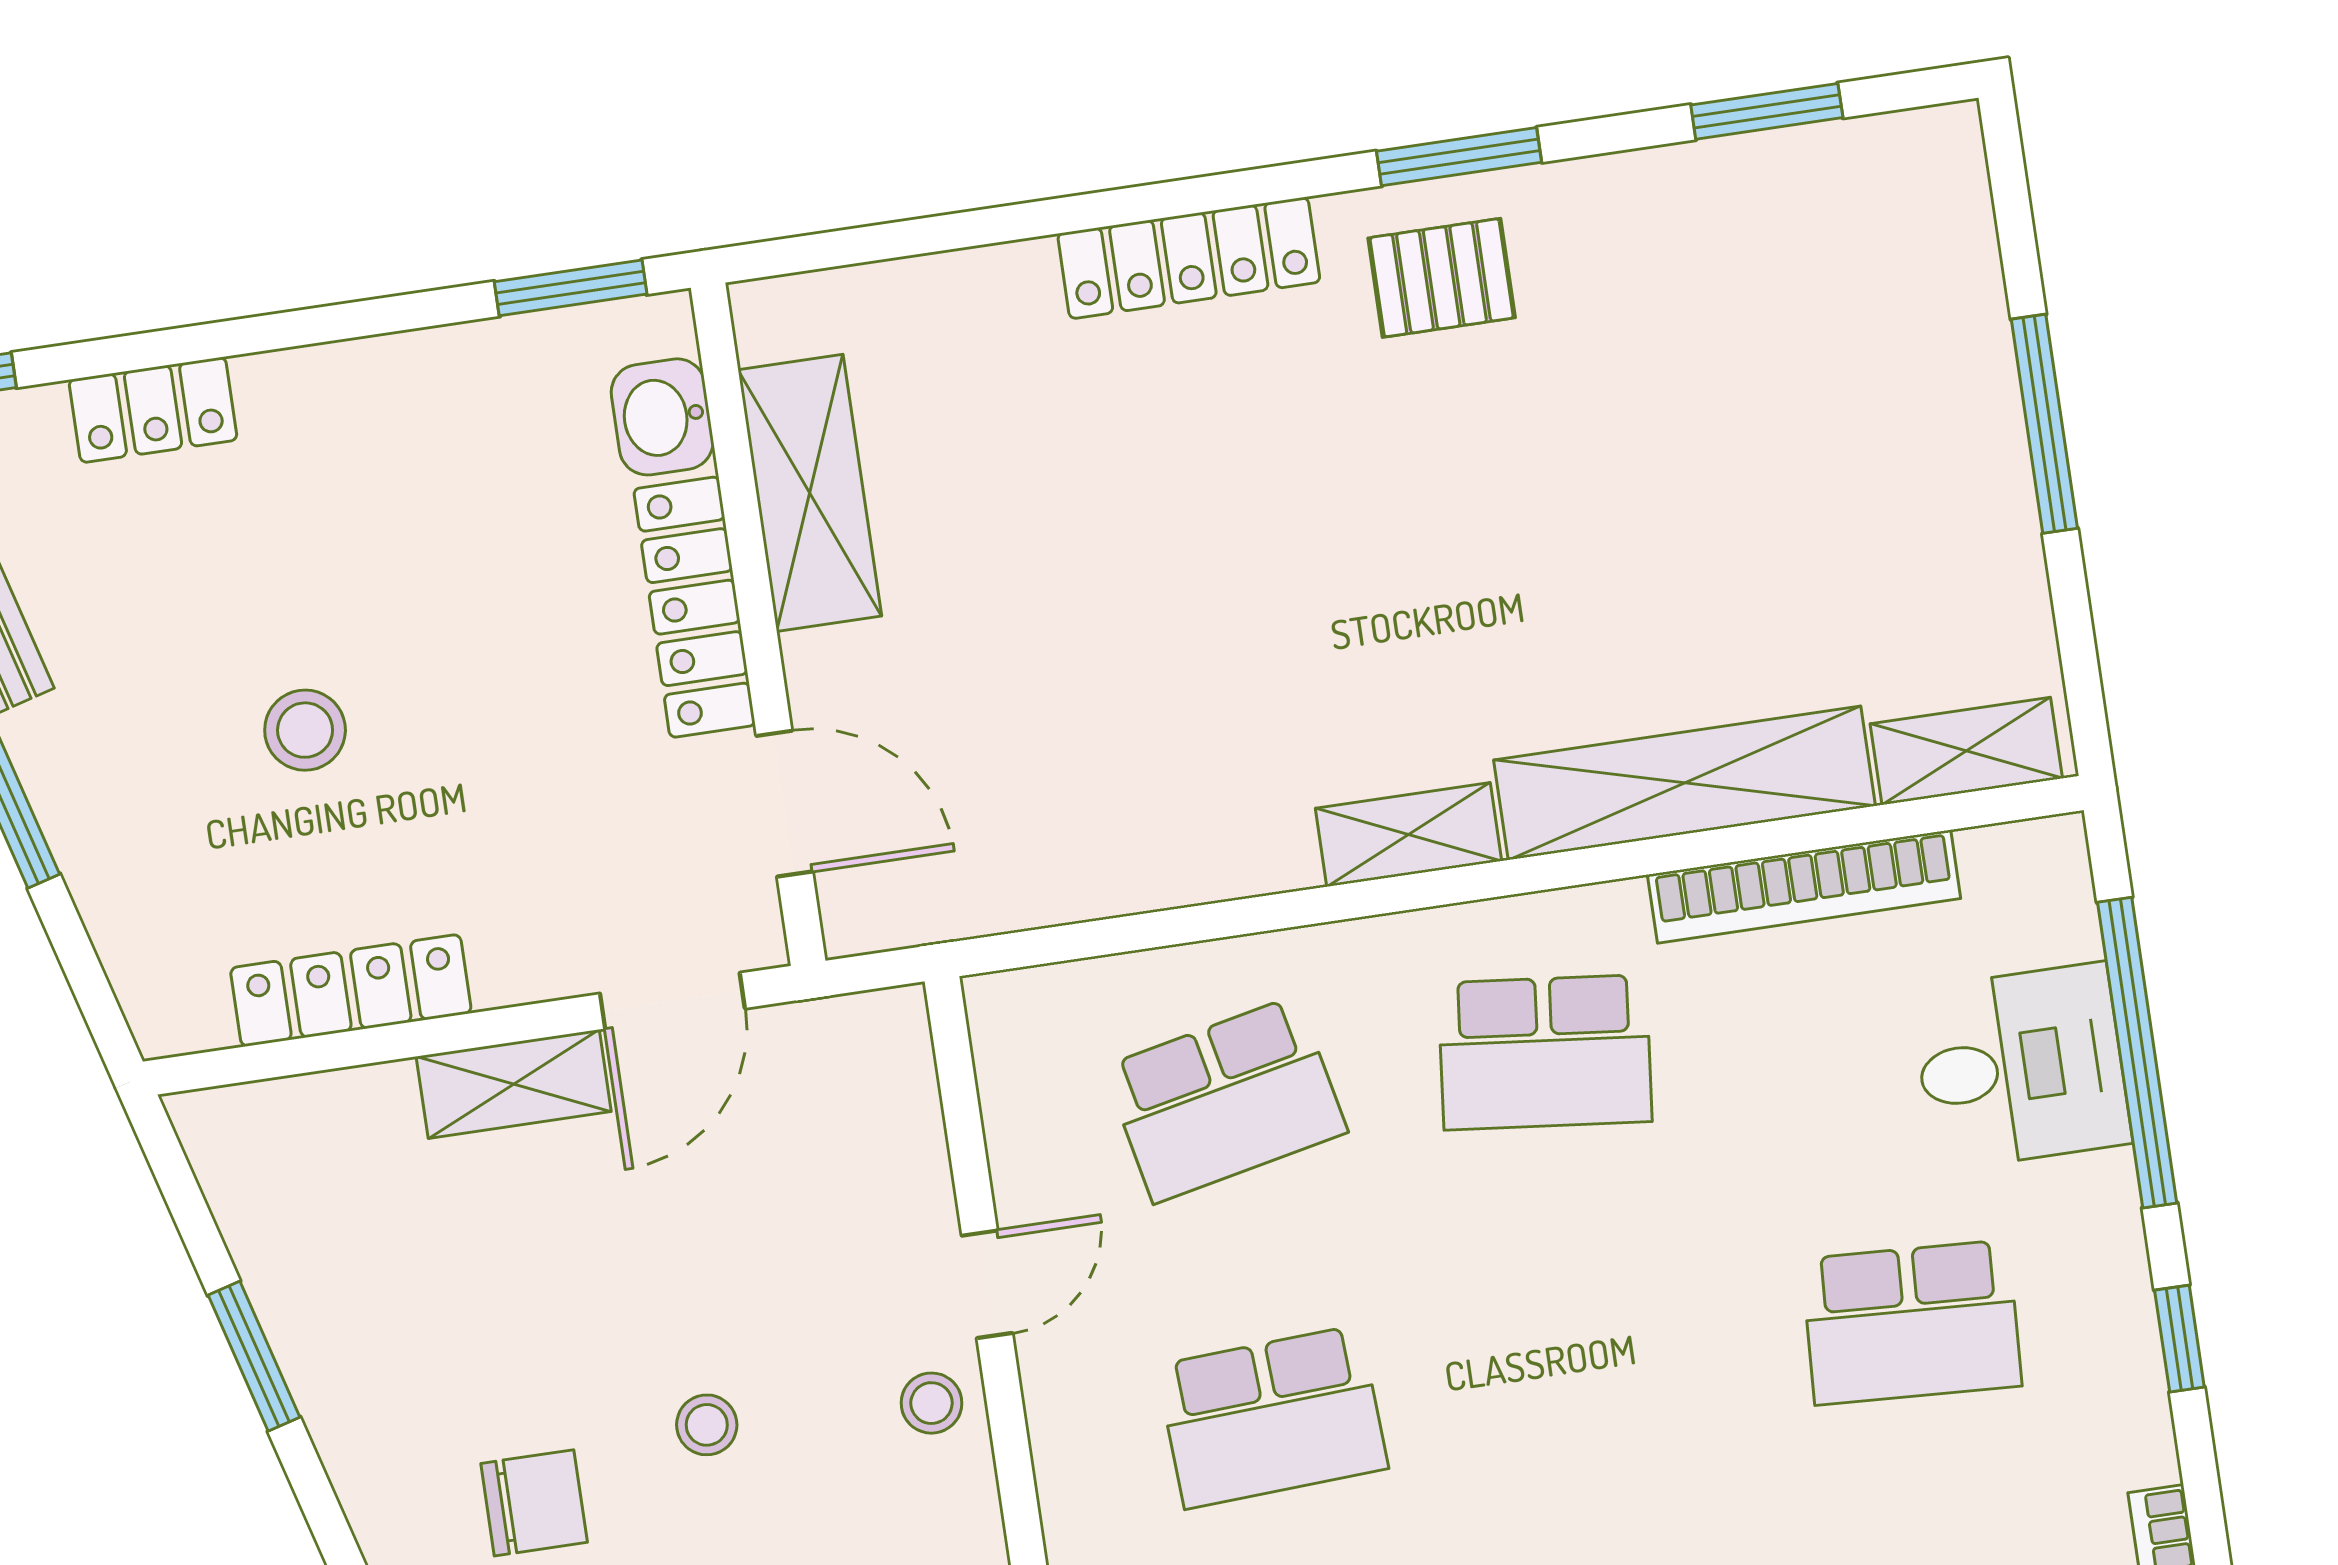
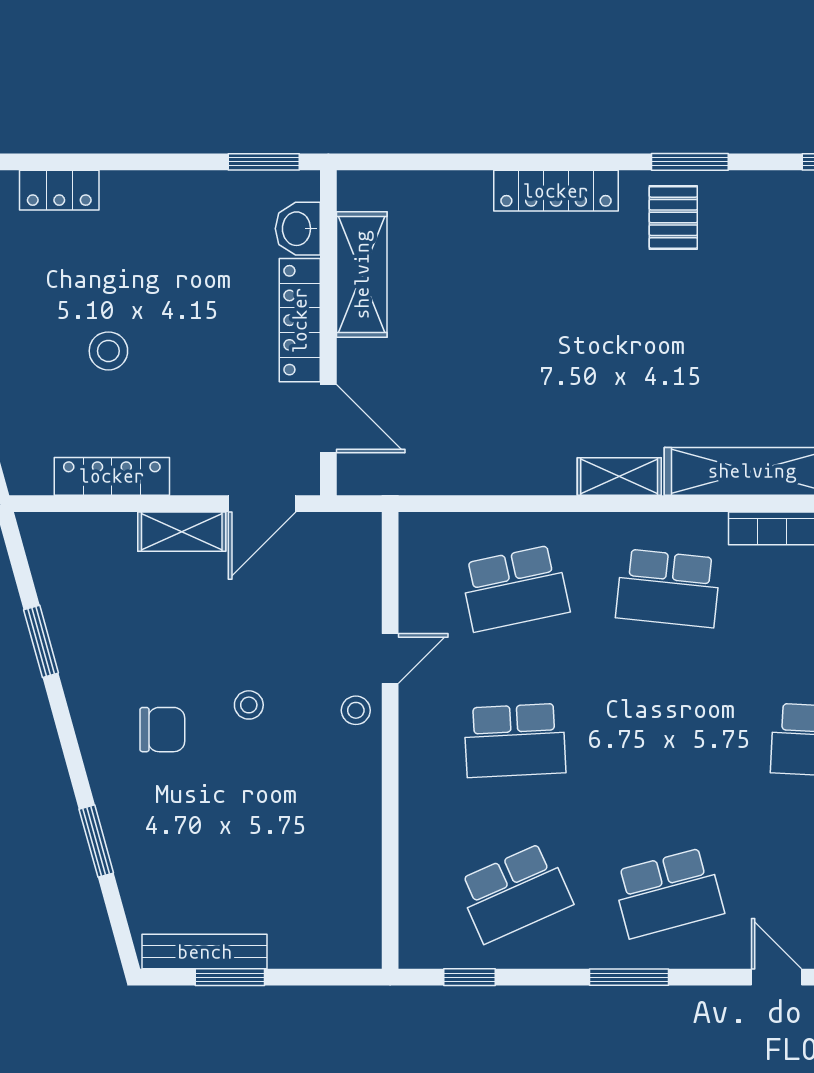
pallet: (1442, 278) -> (673, 217), turned 90

